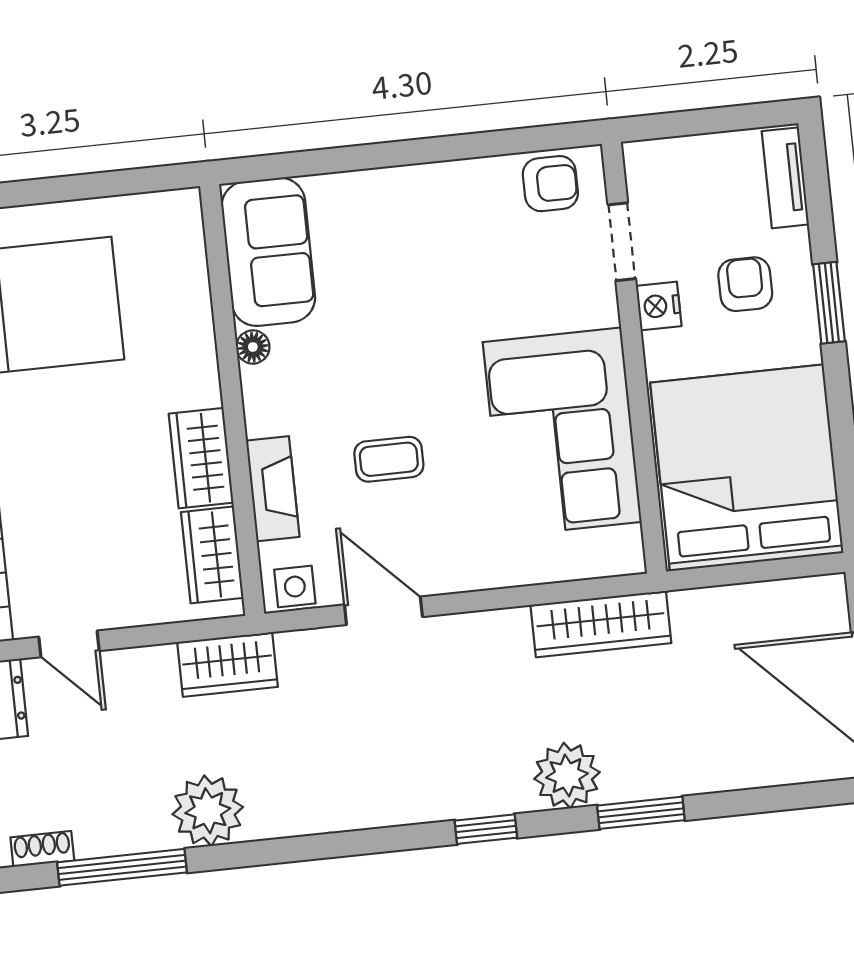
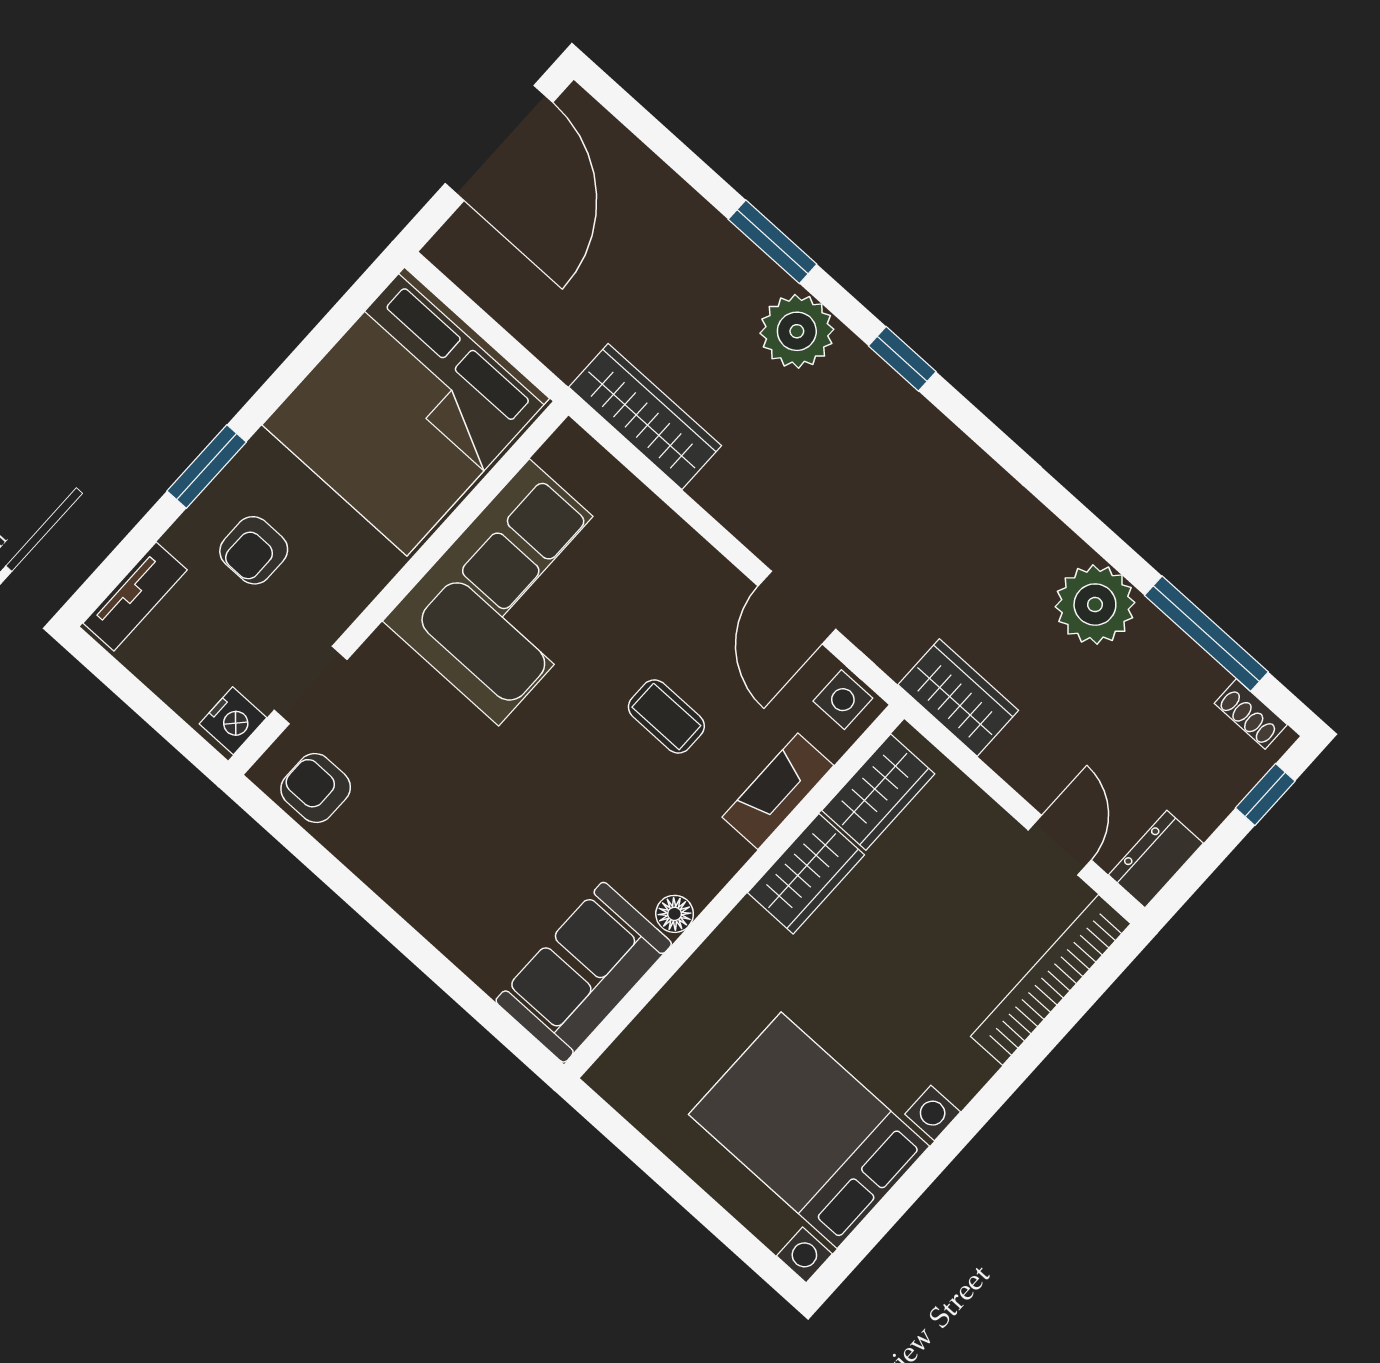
nightstand: (659, 306) -> (233, 721), moved

